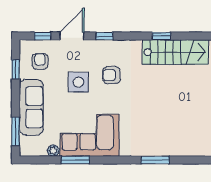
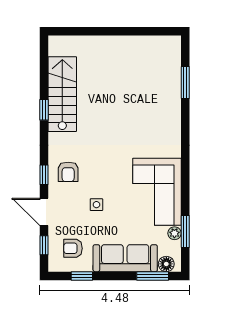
armchair: (111, 75) -> (68, 172), moved
side table: (78, 82) -> (96, 205), width x0.54, depth x0.54
floor lamp: (26, 143) -> (166, 264), added
window: (75, 160) -> (185, 232), moved
window: (155, 160) -> (185, 82), moved

